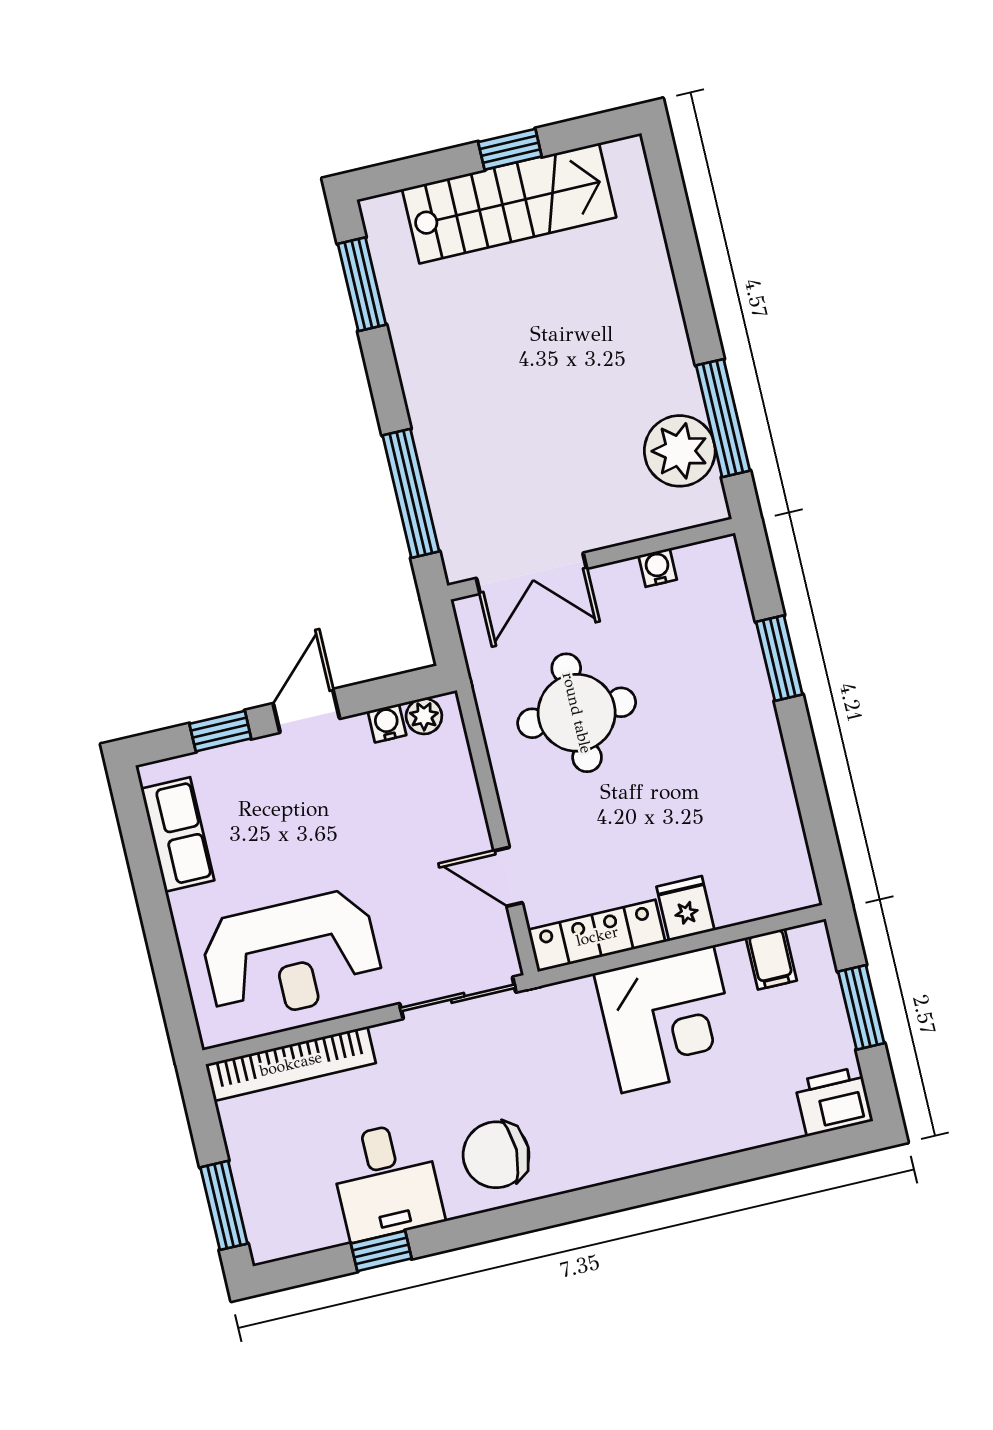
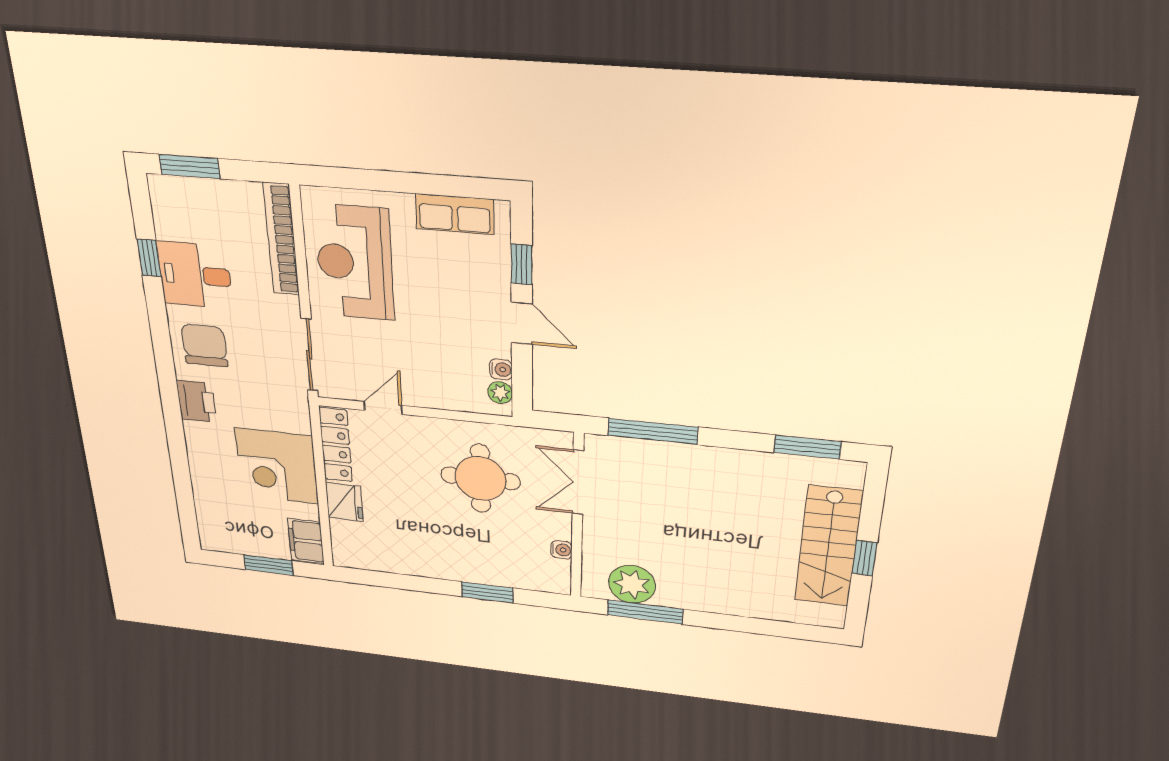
fridge: (685, 908) -> (344, 502), width x1.38
filing cabinet: (771, 959) -> (306, 541), width x2.00
printer: (834, 1101) -> (196, 401), moved

